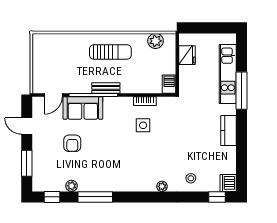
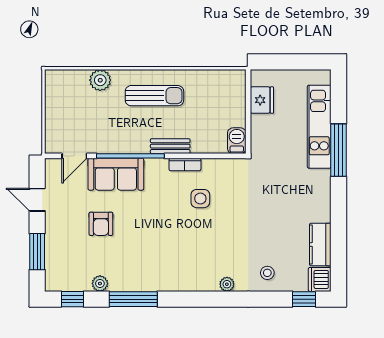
plant: (156, 41) -> (100, 80), moved
bench: (106, 88) -> (170, 146), moved
bookcase: (145, 101) -> (185, 165), moved
kitchen counter: (229, 131) -> (320, 244), moved

